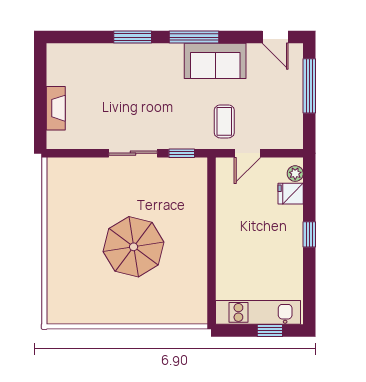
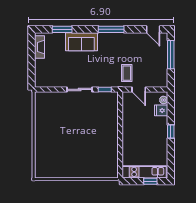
window: (133, 37) -> (62, 29), moved
sofa: (215, 61) -> (81, 42), moved
fireplace: (56, 108) -> (40, 47), moved
door: (247, 153) -> (139, 89), hinge flipped
parasol: (134, 247) -> (80, 138), removed

